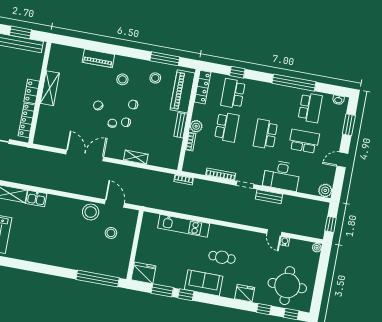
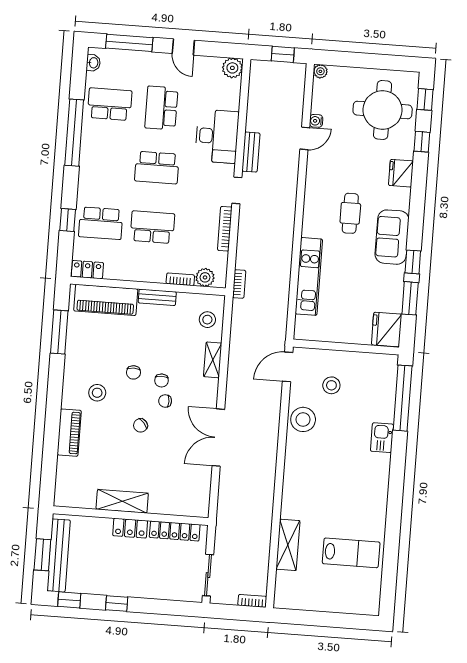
stool: (155, 78) -> (207, 320), moved
locker: (203, 87) -> (87, 270), width x0.66
window: (349, 125) -> (129, 43), width x1.44
plant: (196, 126) -> (205, 277), moved
kitchen sink: (36, 198) -> (382, 438), moved, turned 180
door: (115, 204) -> (288, 367), moved

